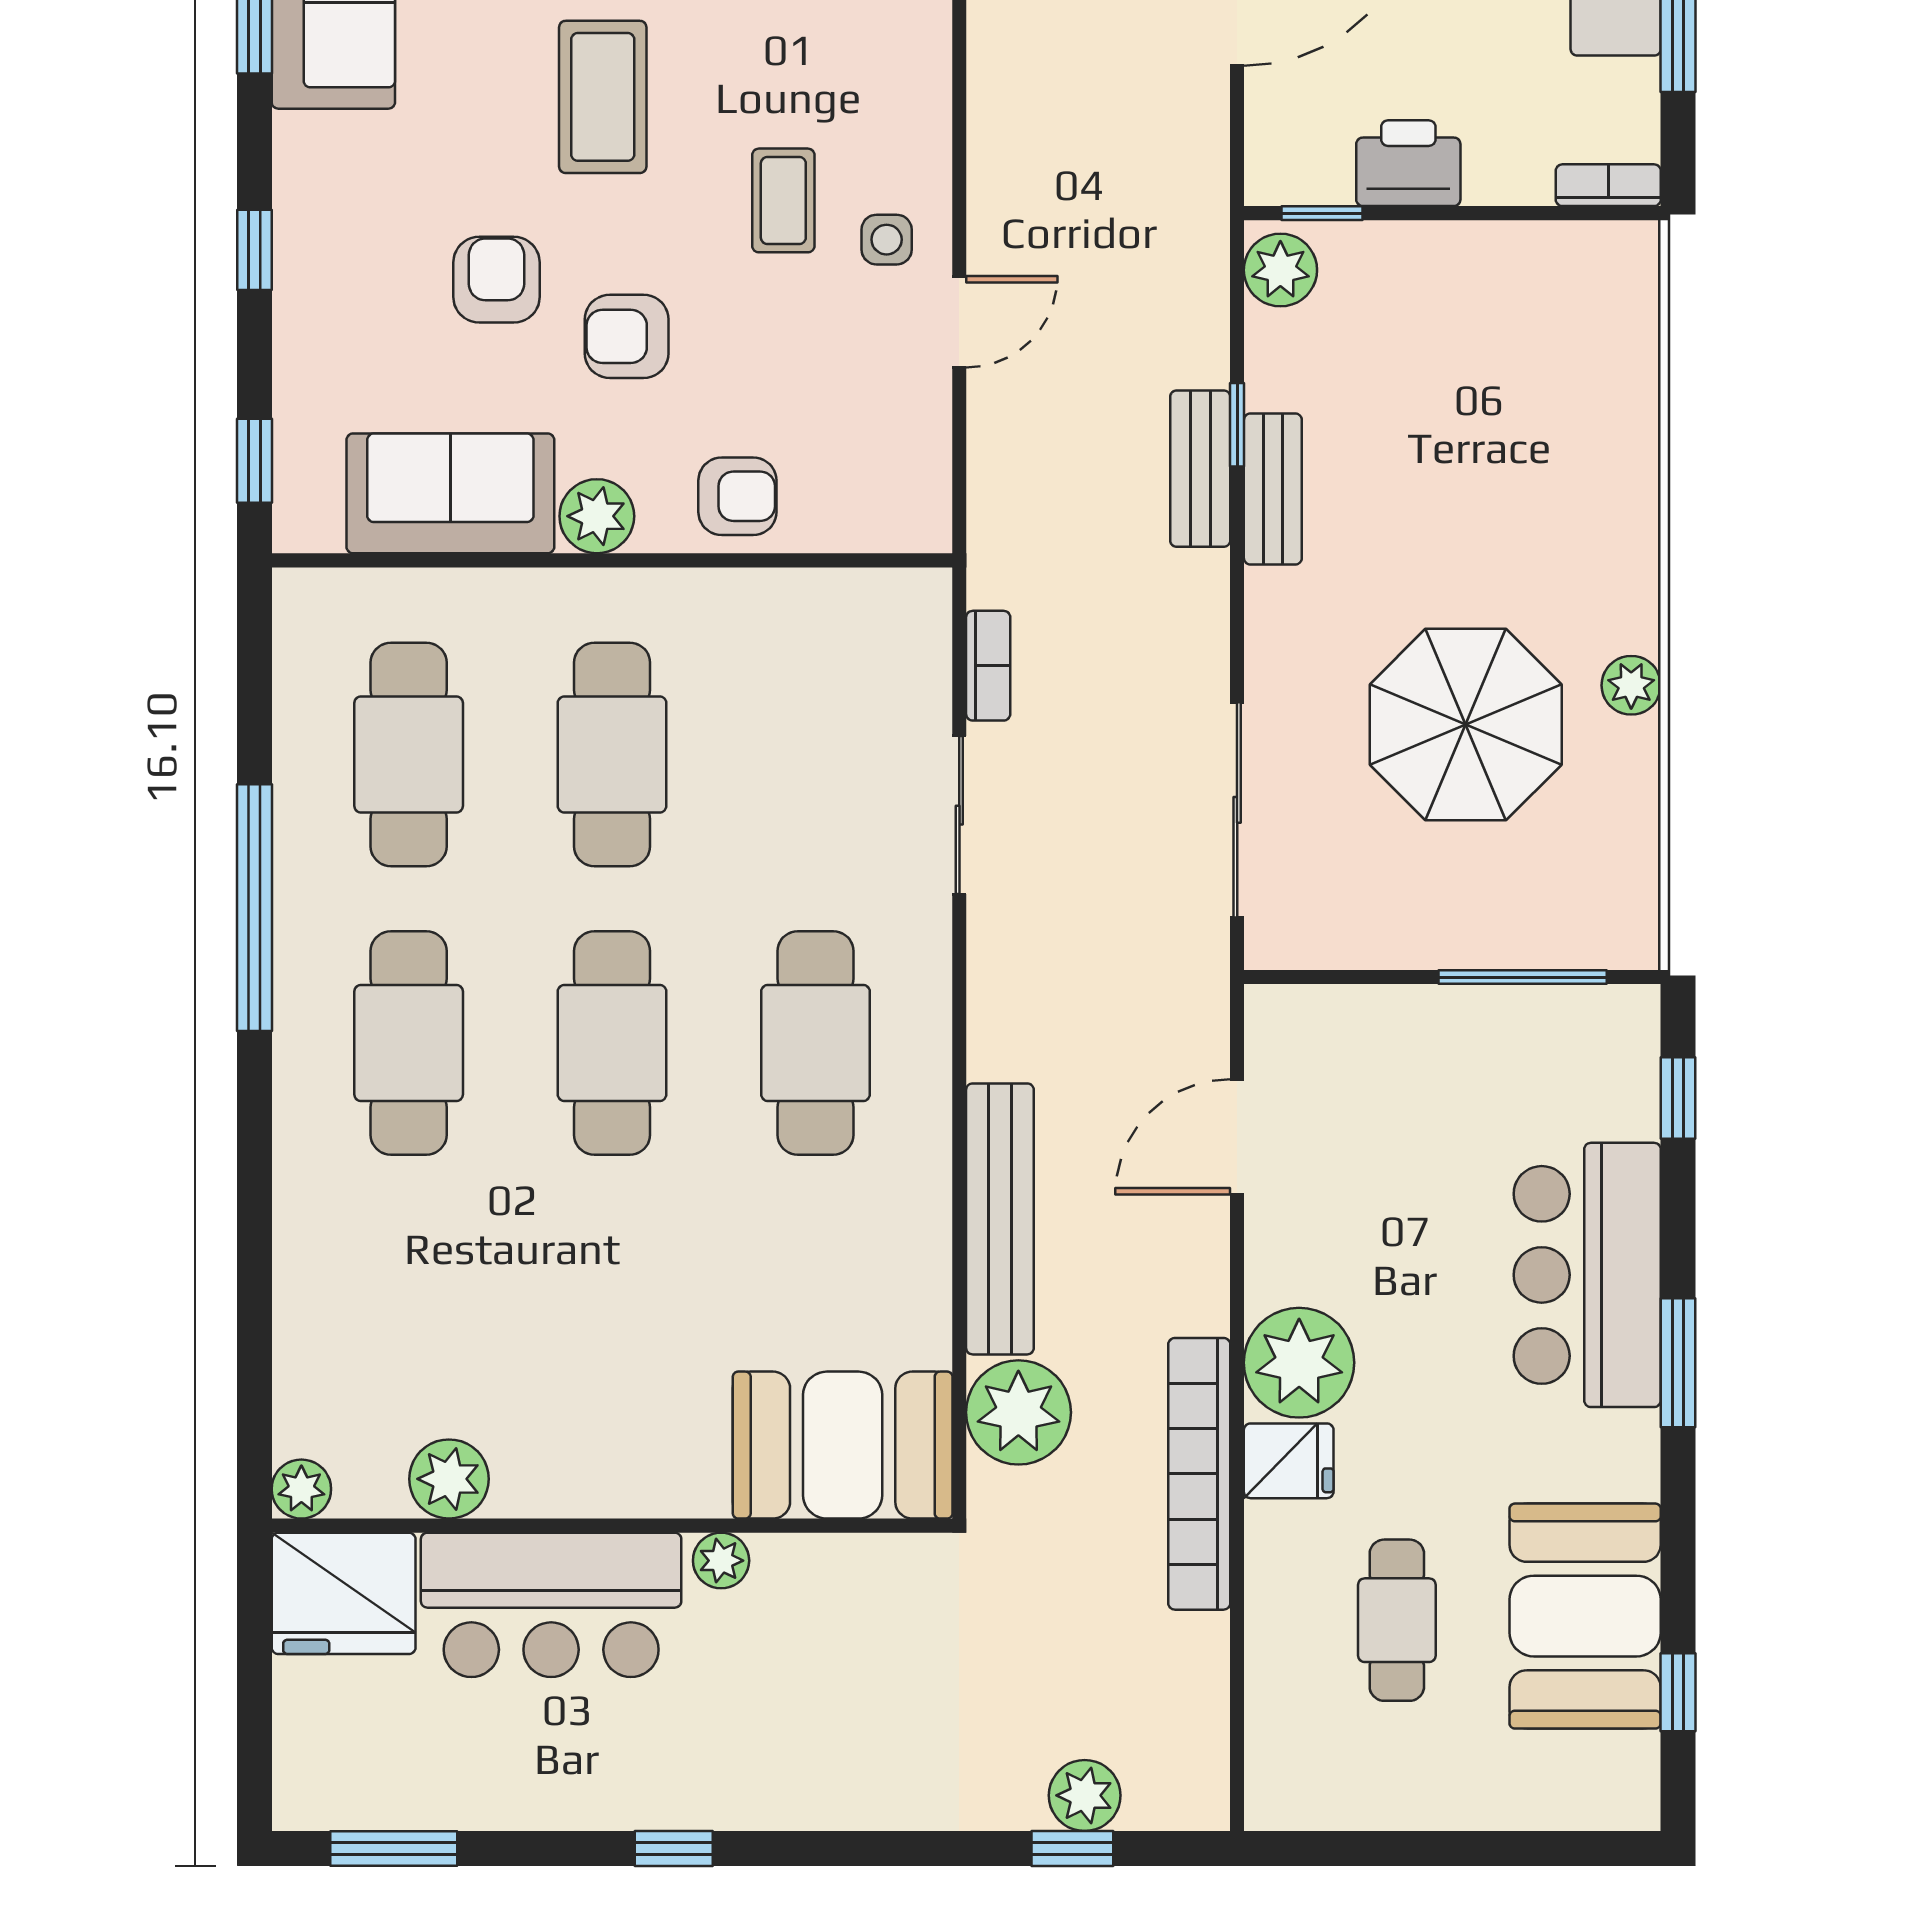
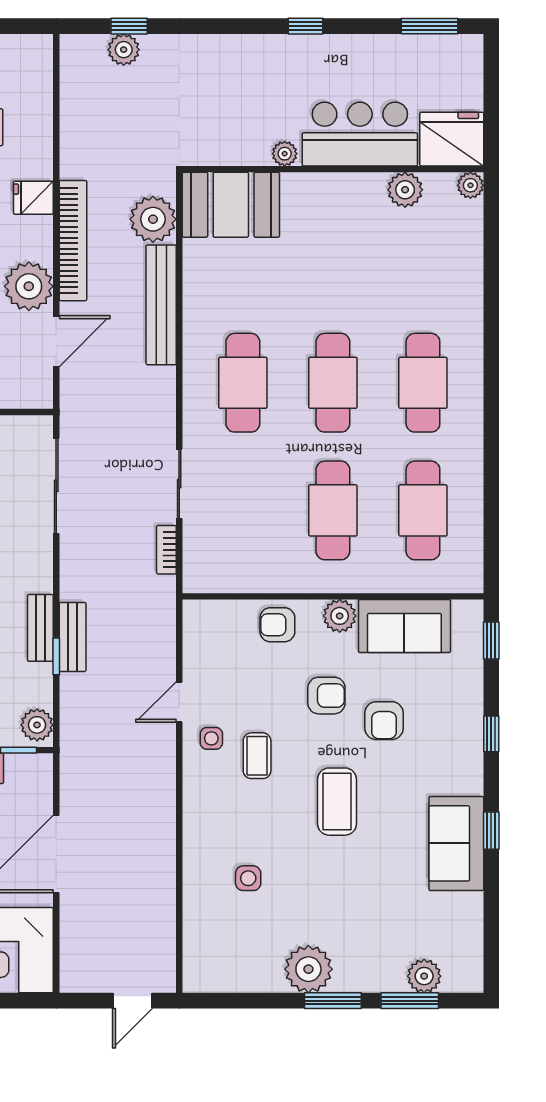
window: (254, 908) -> (491, 443), removed
plant: (1299, 1363) -> (29, 286), moved
bookcase: (1199, 1474) -> (73, 241), moved

